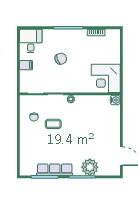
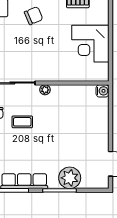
chair: (61, 59) -> (34, 16), moved
corner desk: (106, 78) -> (90, 44), moved

